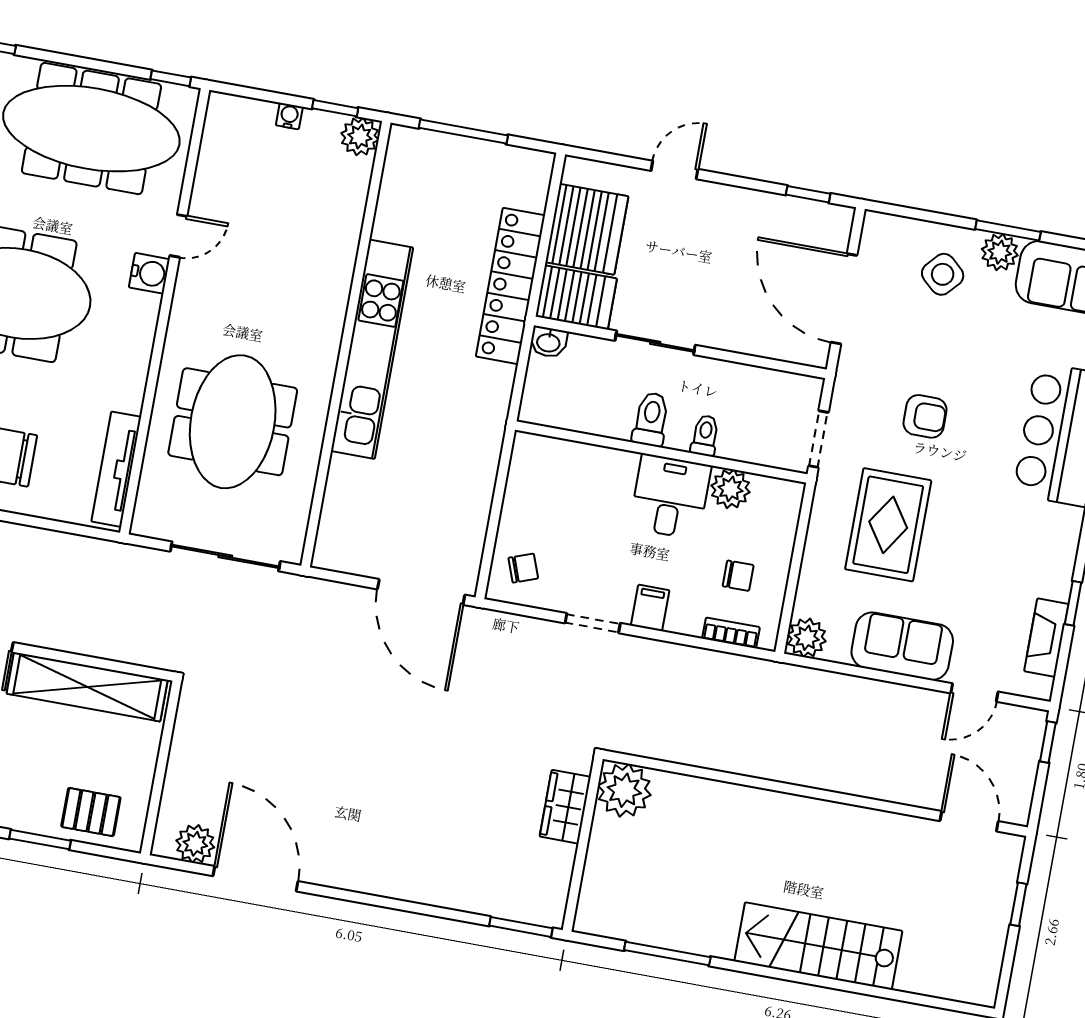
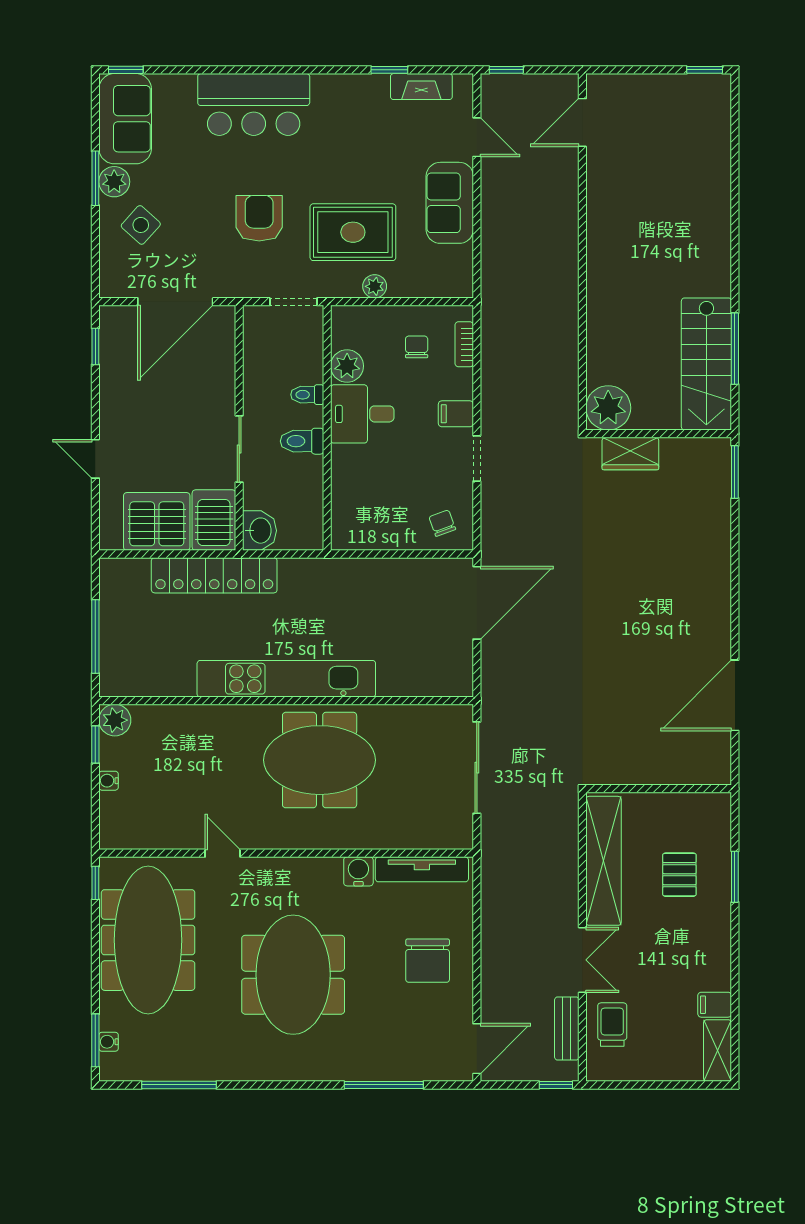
water cooler: (149, 273) -> (358, 871), moved
washbasin: (548, 342) -> (260, 531), width x1.38, depth x1.45
armchair: (925, 416) -> (259, 218), width x1.38, depth x1.38
meeting table: (233, 422) -> (320, 760), moved
plant: (807, 638) -> (375, 286), moved, width x0.73, depth x0.73
pallet: (91, 812) -> (679, 875), moved
plant: (195, 844) -> (715, 750), removed
window: (1018, 904) -> (705, 70), moved
stairs: (818, 946) -> (706, 364), moved

